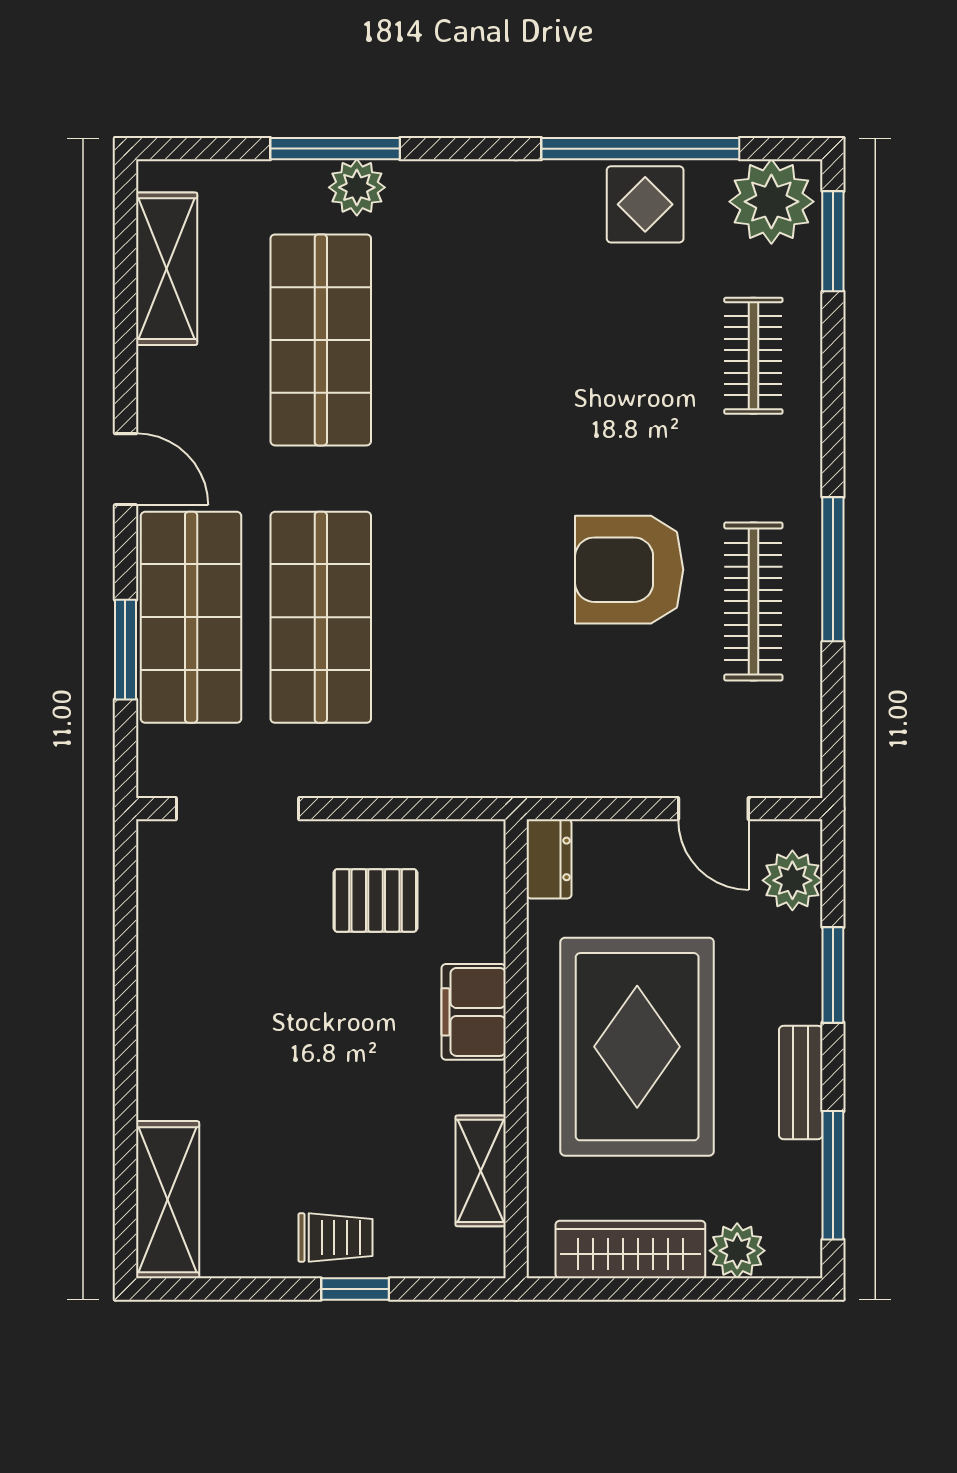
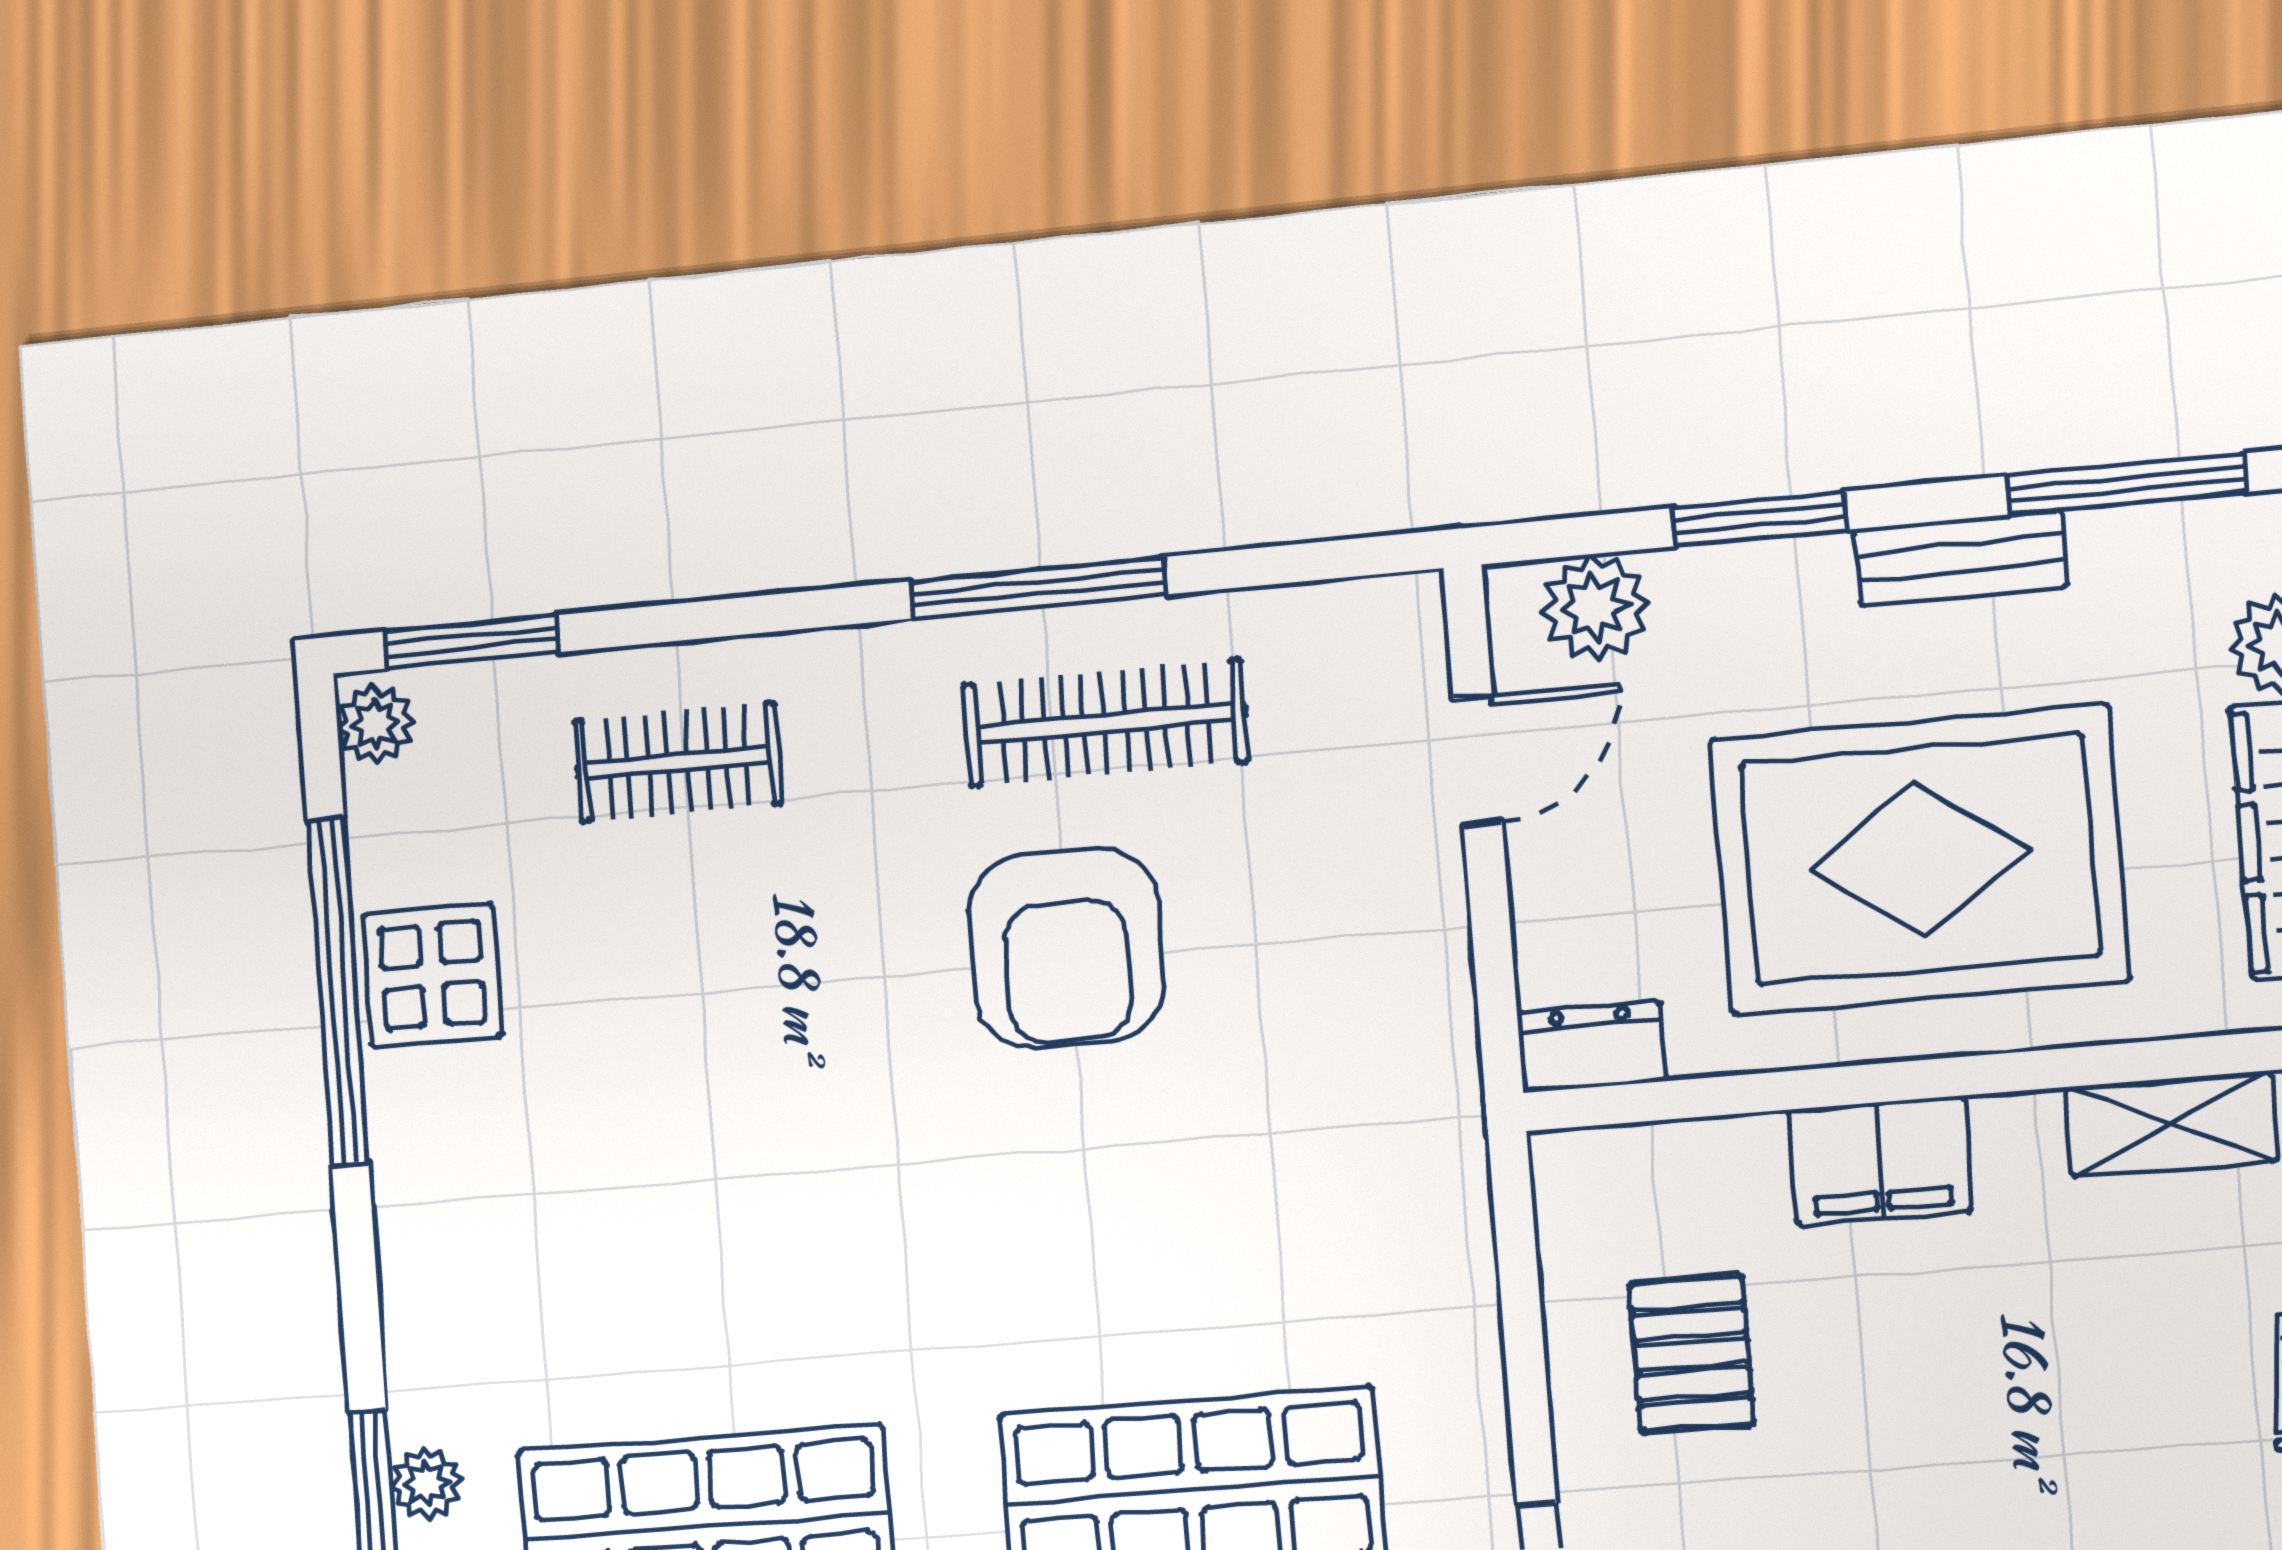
plant: (357, 187) -> (426, 1483), width x0.73, depth x0.73
plant: (771, 202) -> (375, 724), width x0.53, depth x0.53

